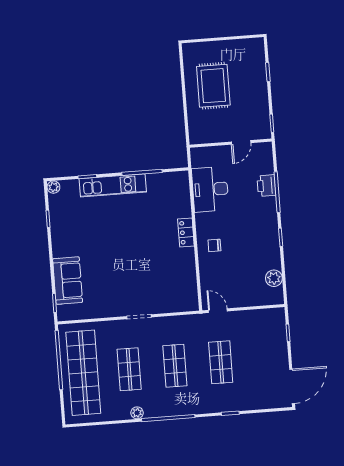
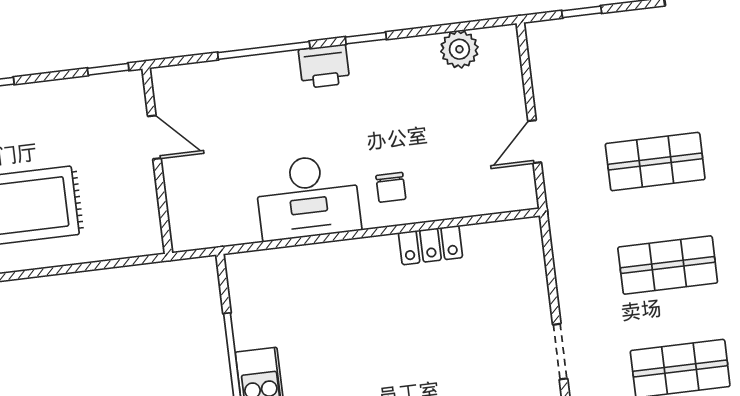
printer: (266, 186) -> (324, 66), moved
desk: (210, 189) -> (308, 197), moved
locker: (186, 233) -> (430, 245), moved
door: (218, 311) -> (535, 142), moved

